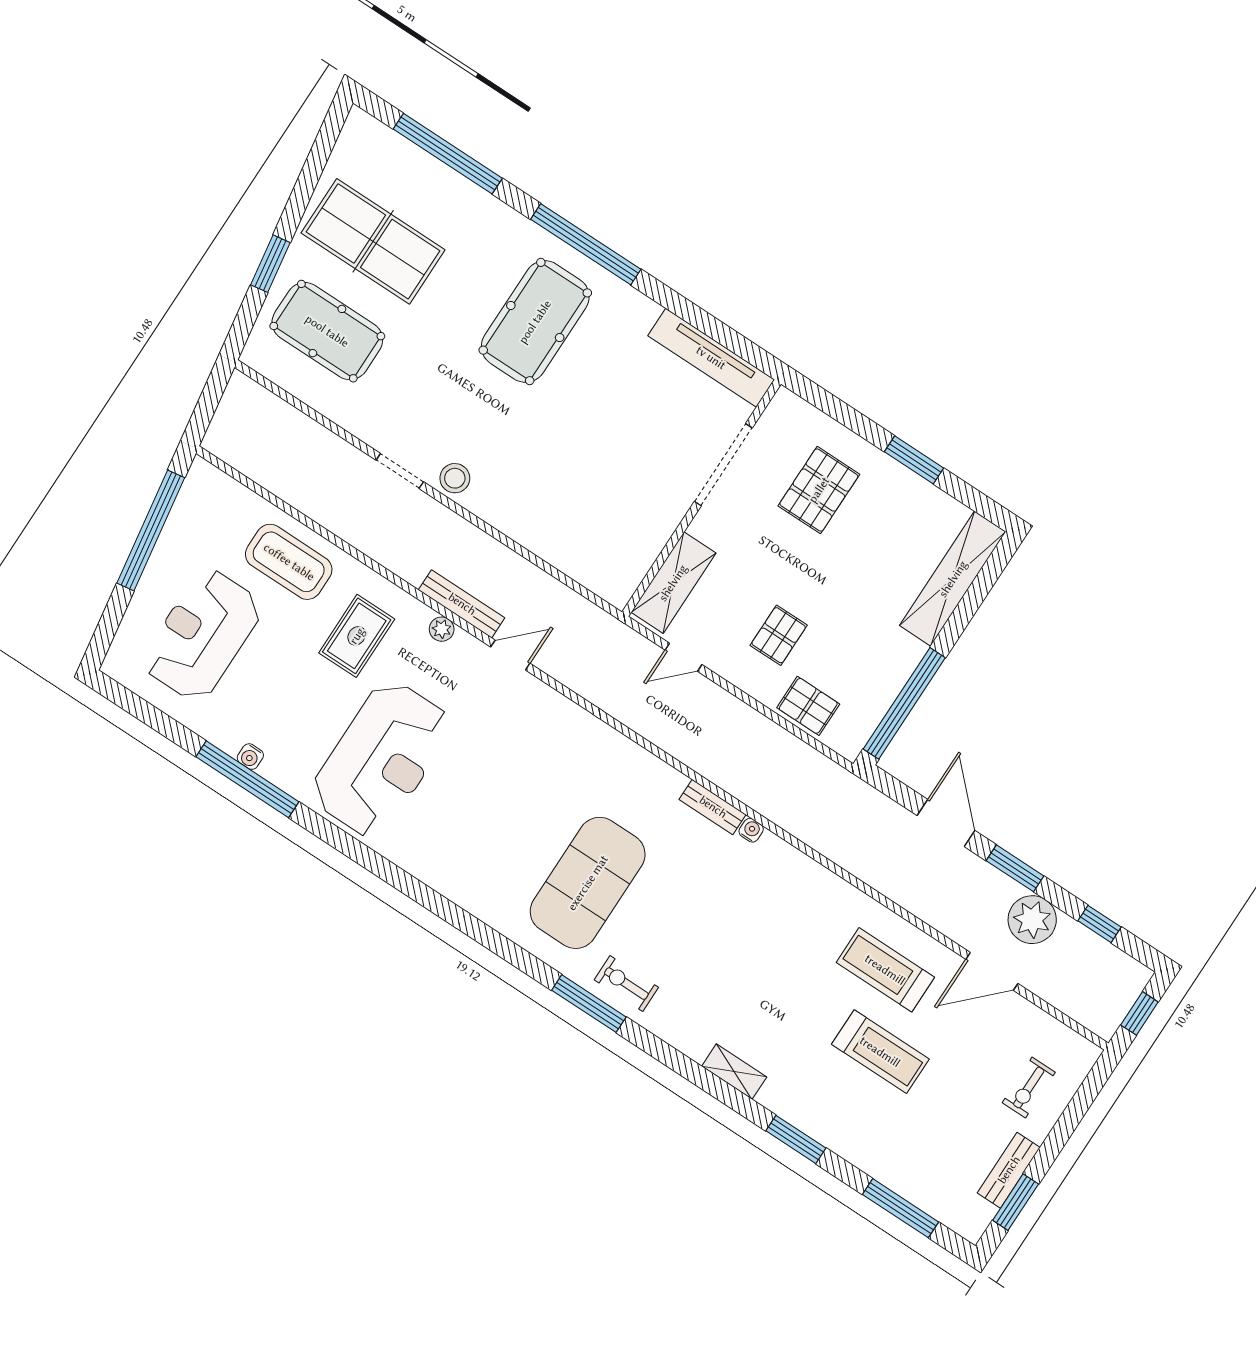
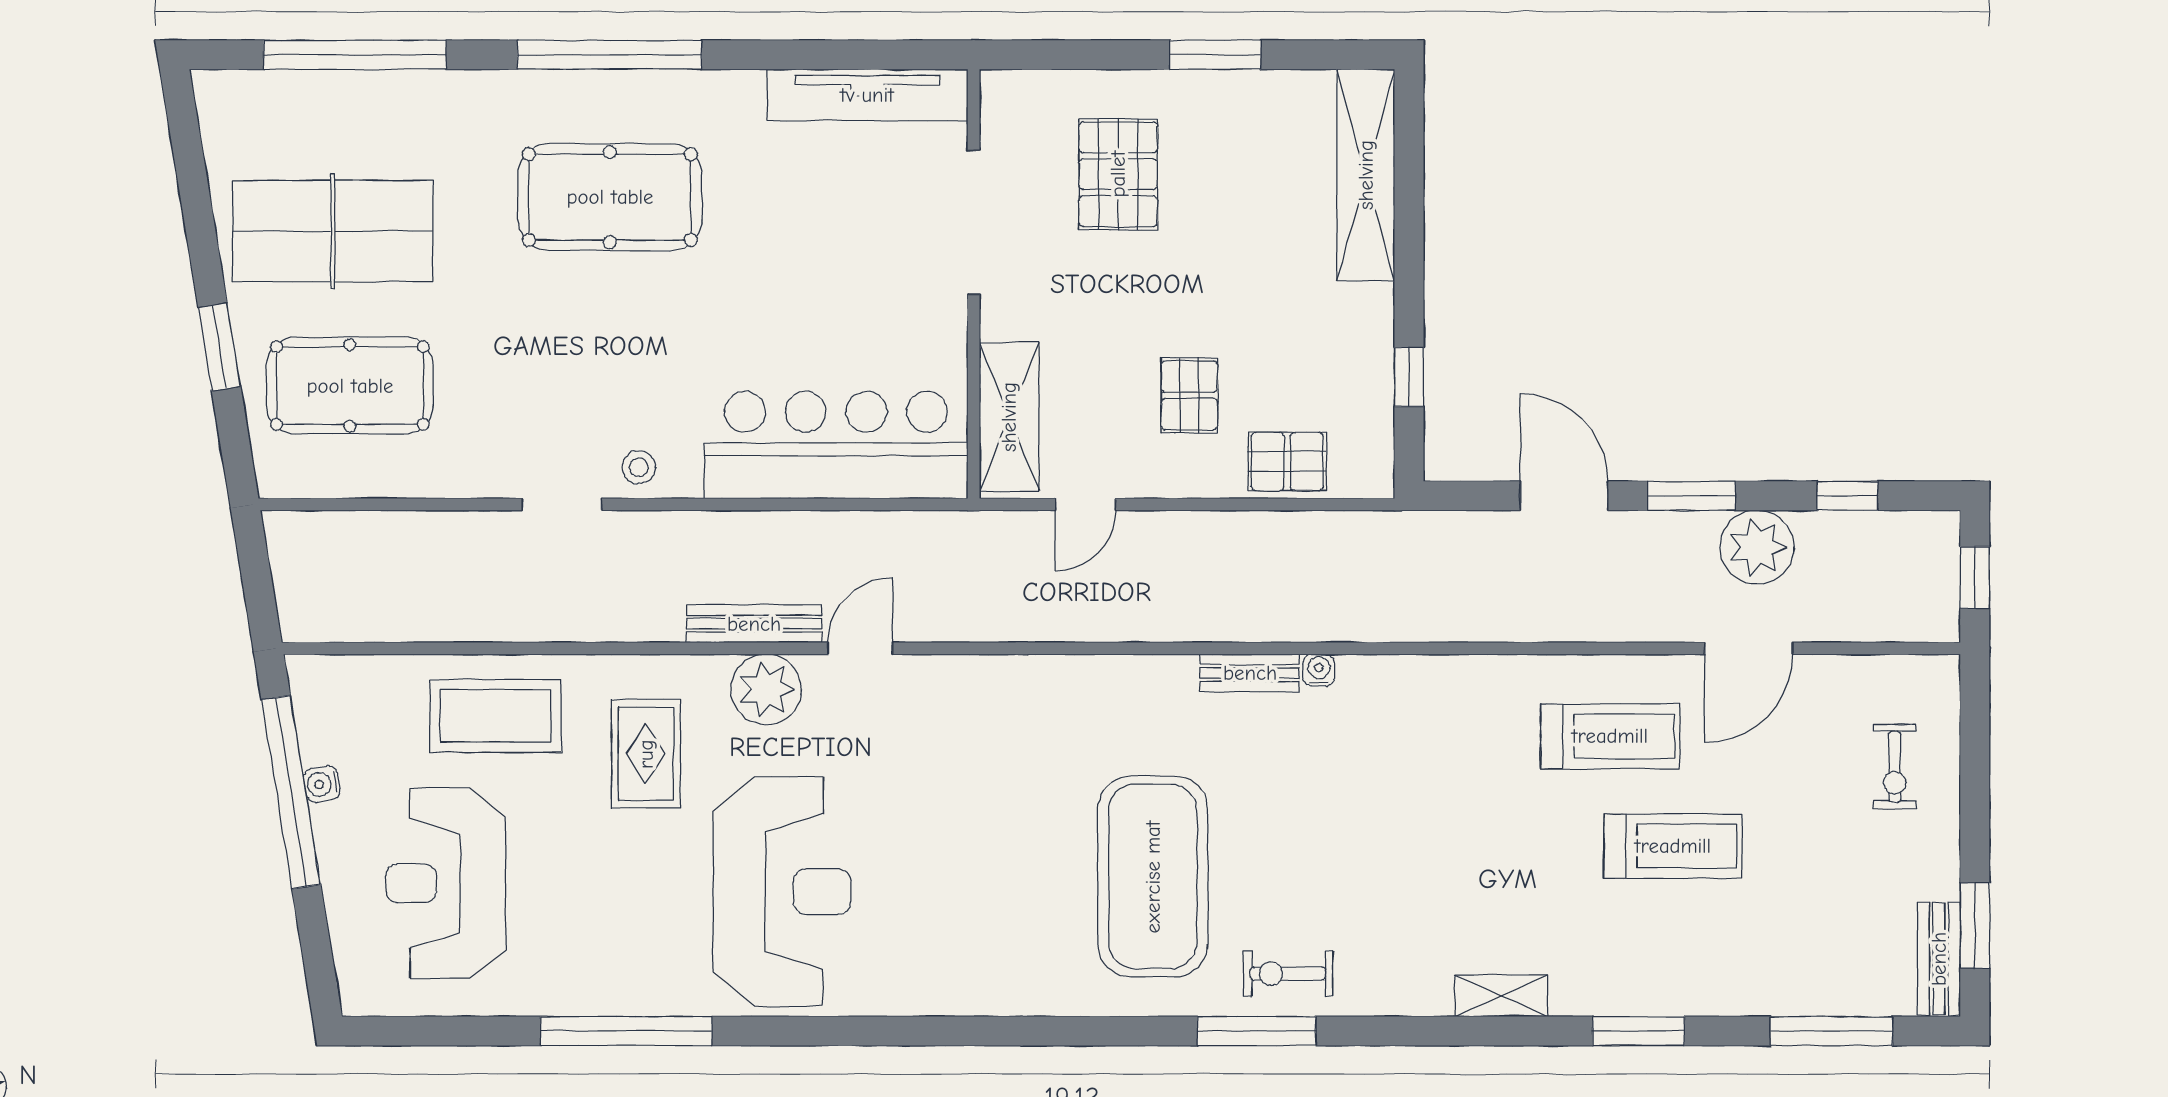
pool table: (535, 322) -> (610, 197), turned 90
stool: (455, 478) -> (639, 467), width x0.73, depth x0.73
bar counter: (570, 536) -> (836, 445), added
plant: (442, 629) -> (766, 689), width x1.88, depth x1.88
window: (904, 703) -> (1409, 377), width x0.32
water cooler: (250, 757) -> (322, 784), moved, turned 81
treadmill: (885, 970) -> (1610, 736), turned 180
bench: (1009, 1170) -> (1939, 959), moved

